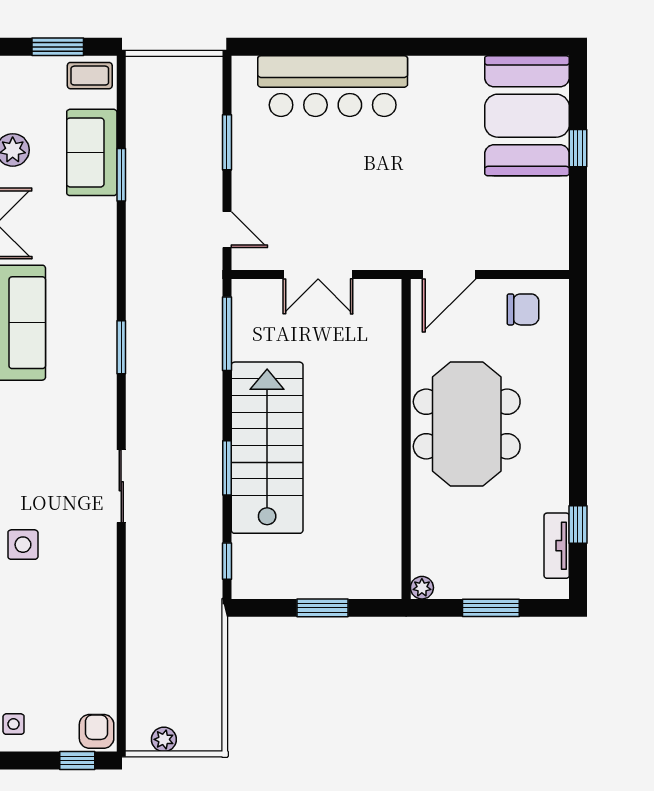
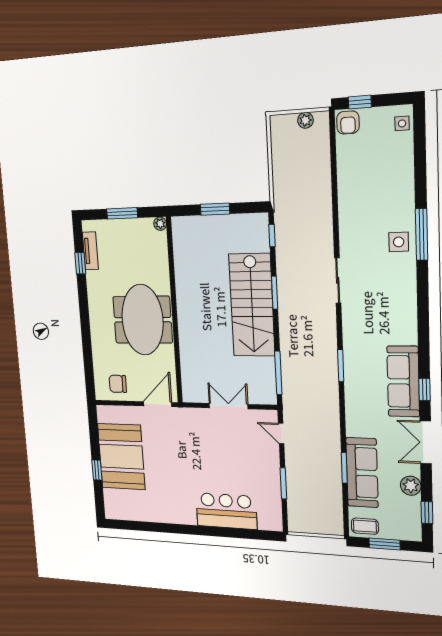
bar counter: (333, 86) -> (226, 511), width x0.73
booth: (527, 116) -> (121, 457), moved
sofa: (92, 152) -> (362, 473), width x1.36

